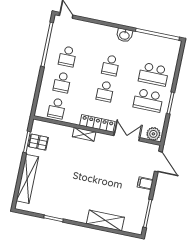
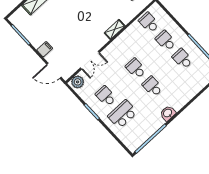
school desk: (148, 100) -> (106, 96), width x0.54
locker: (97, 123) -> (116, 45), removed

